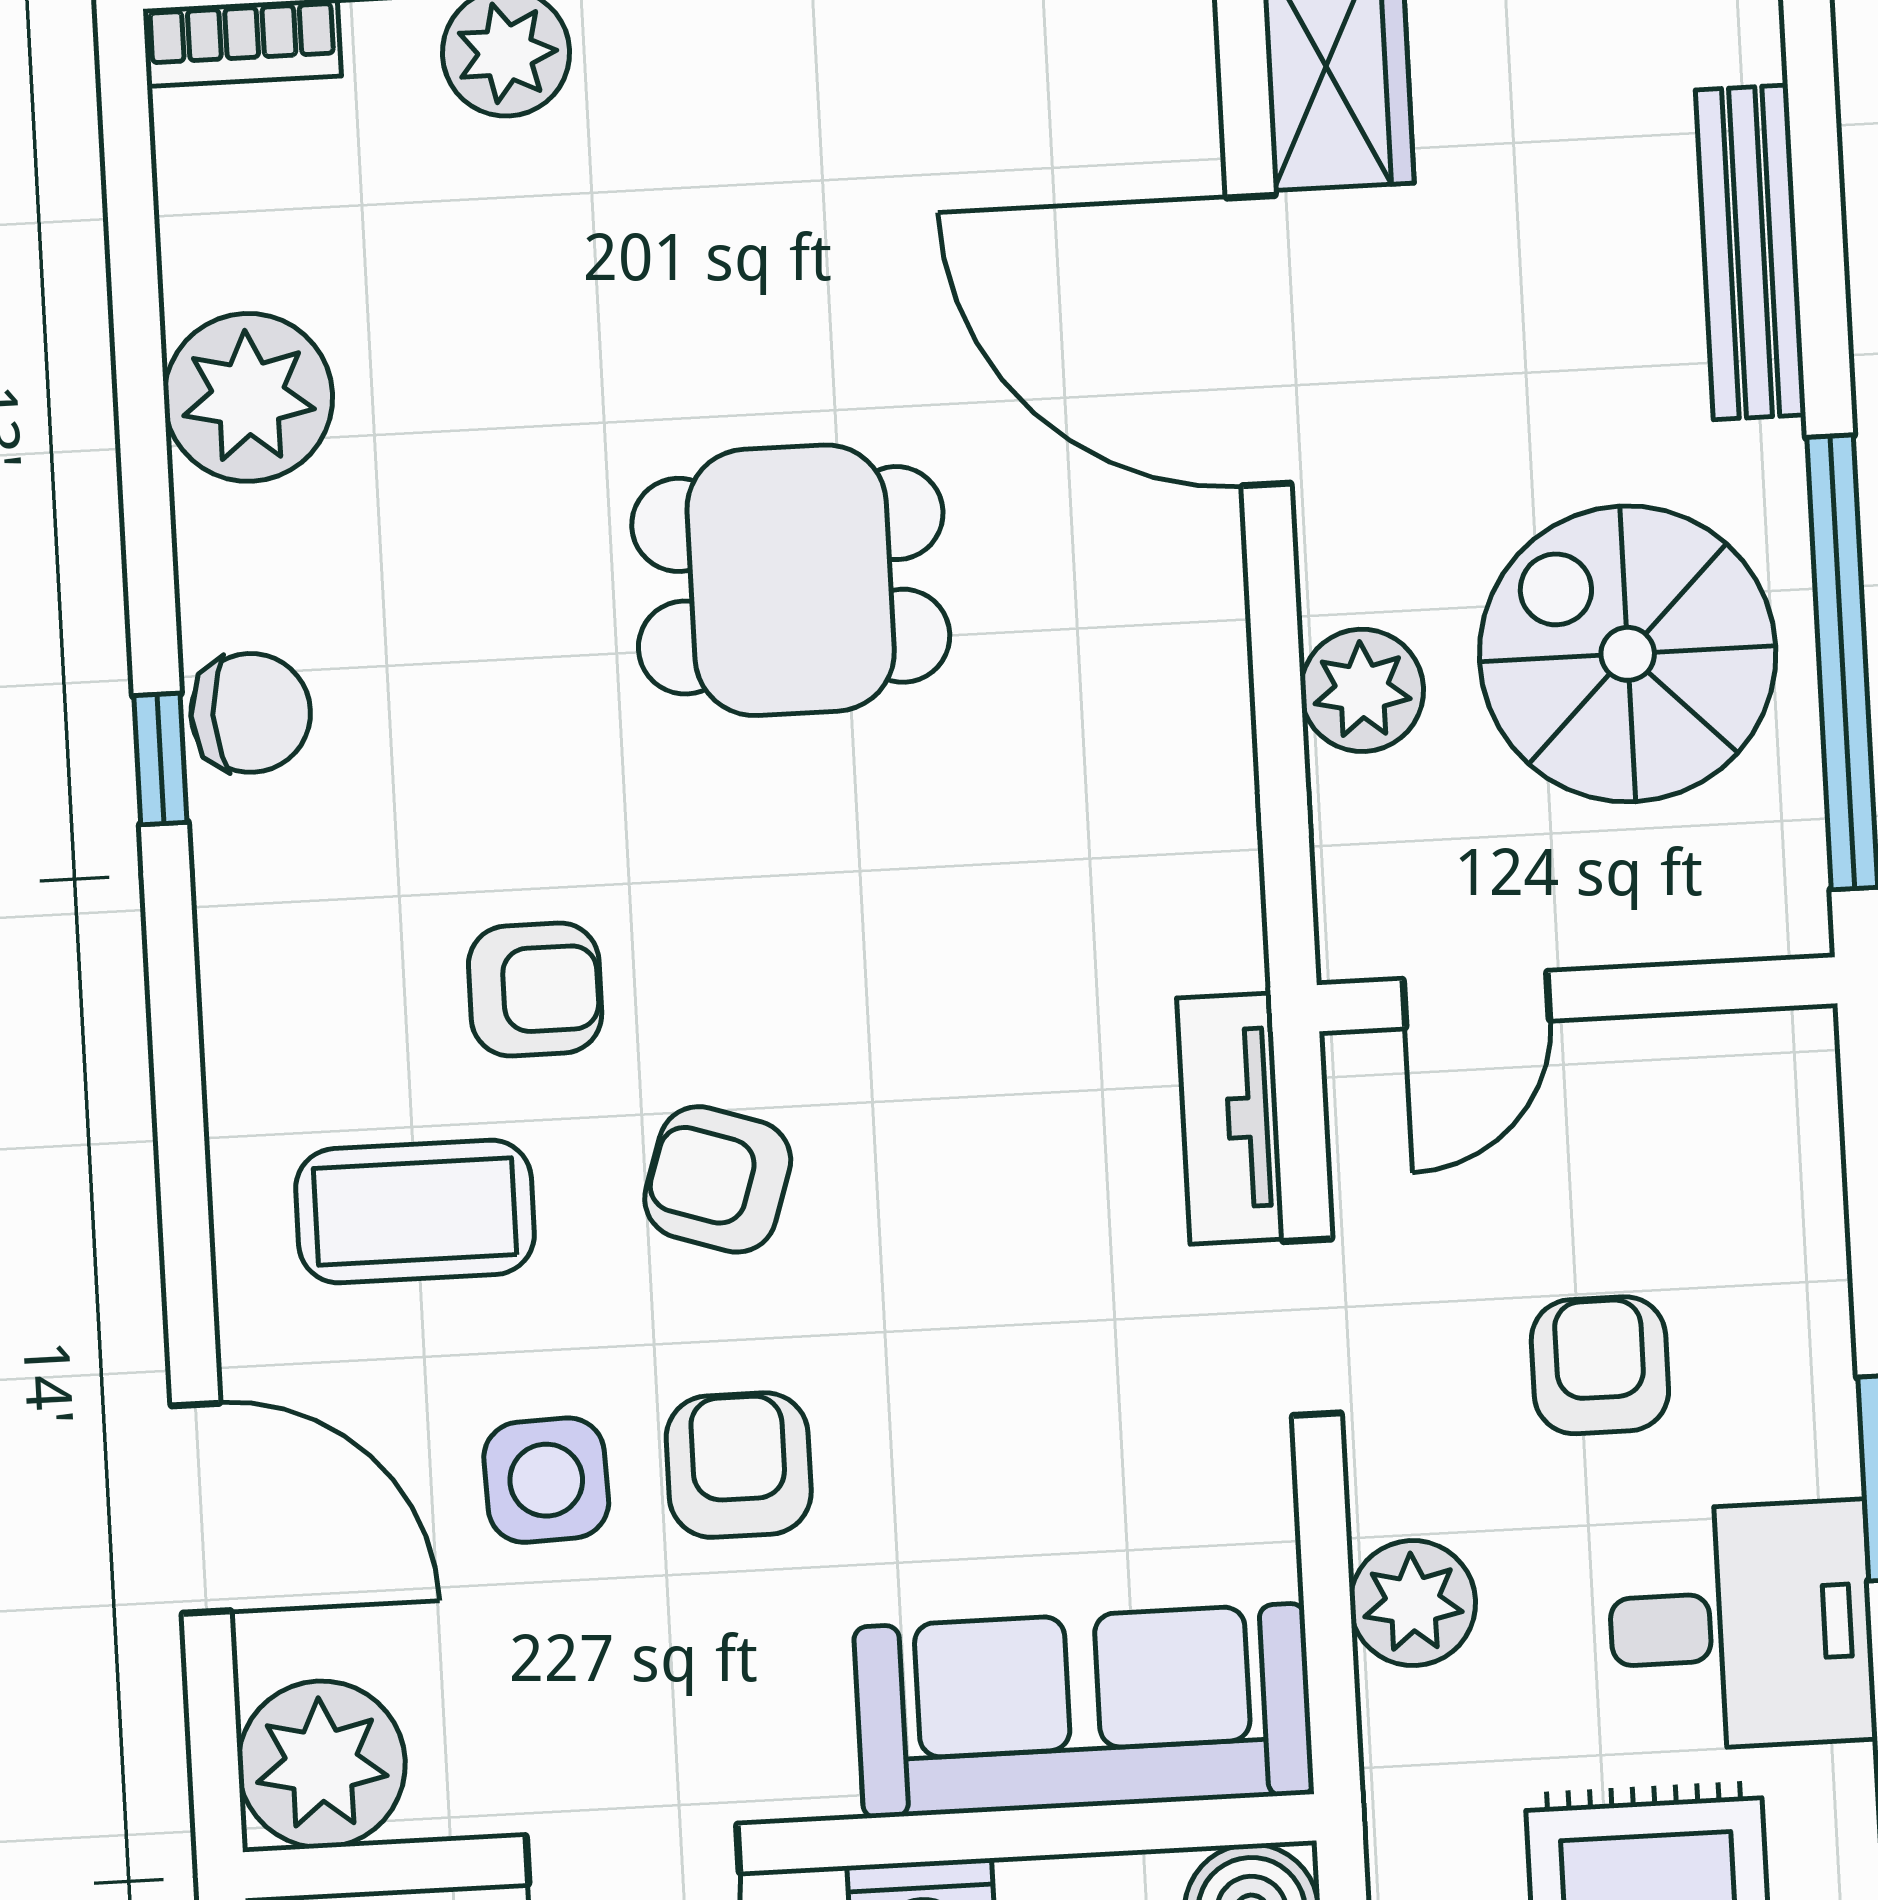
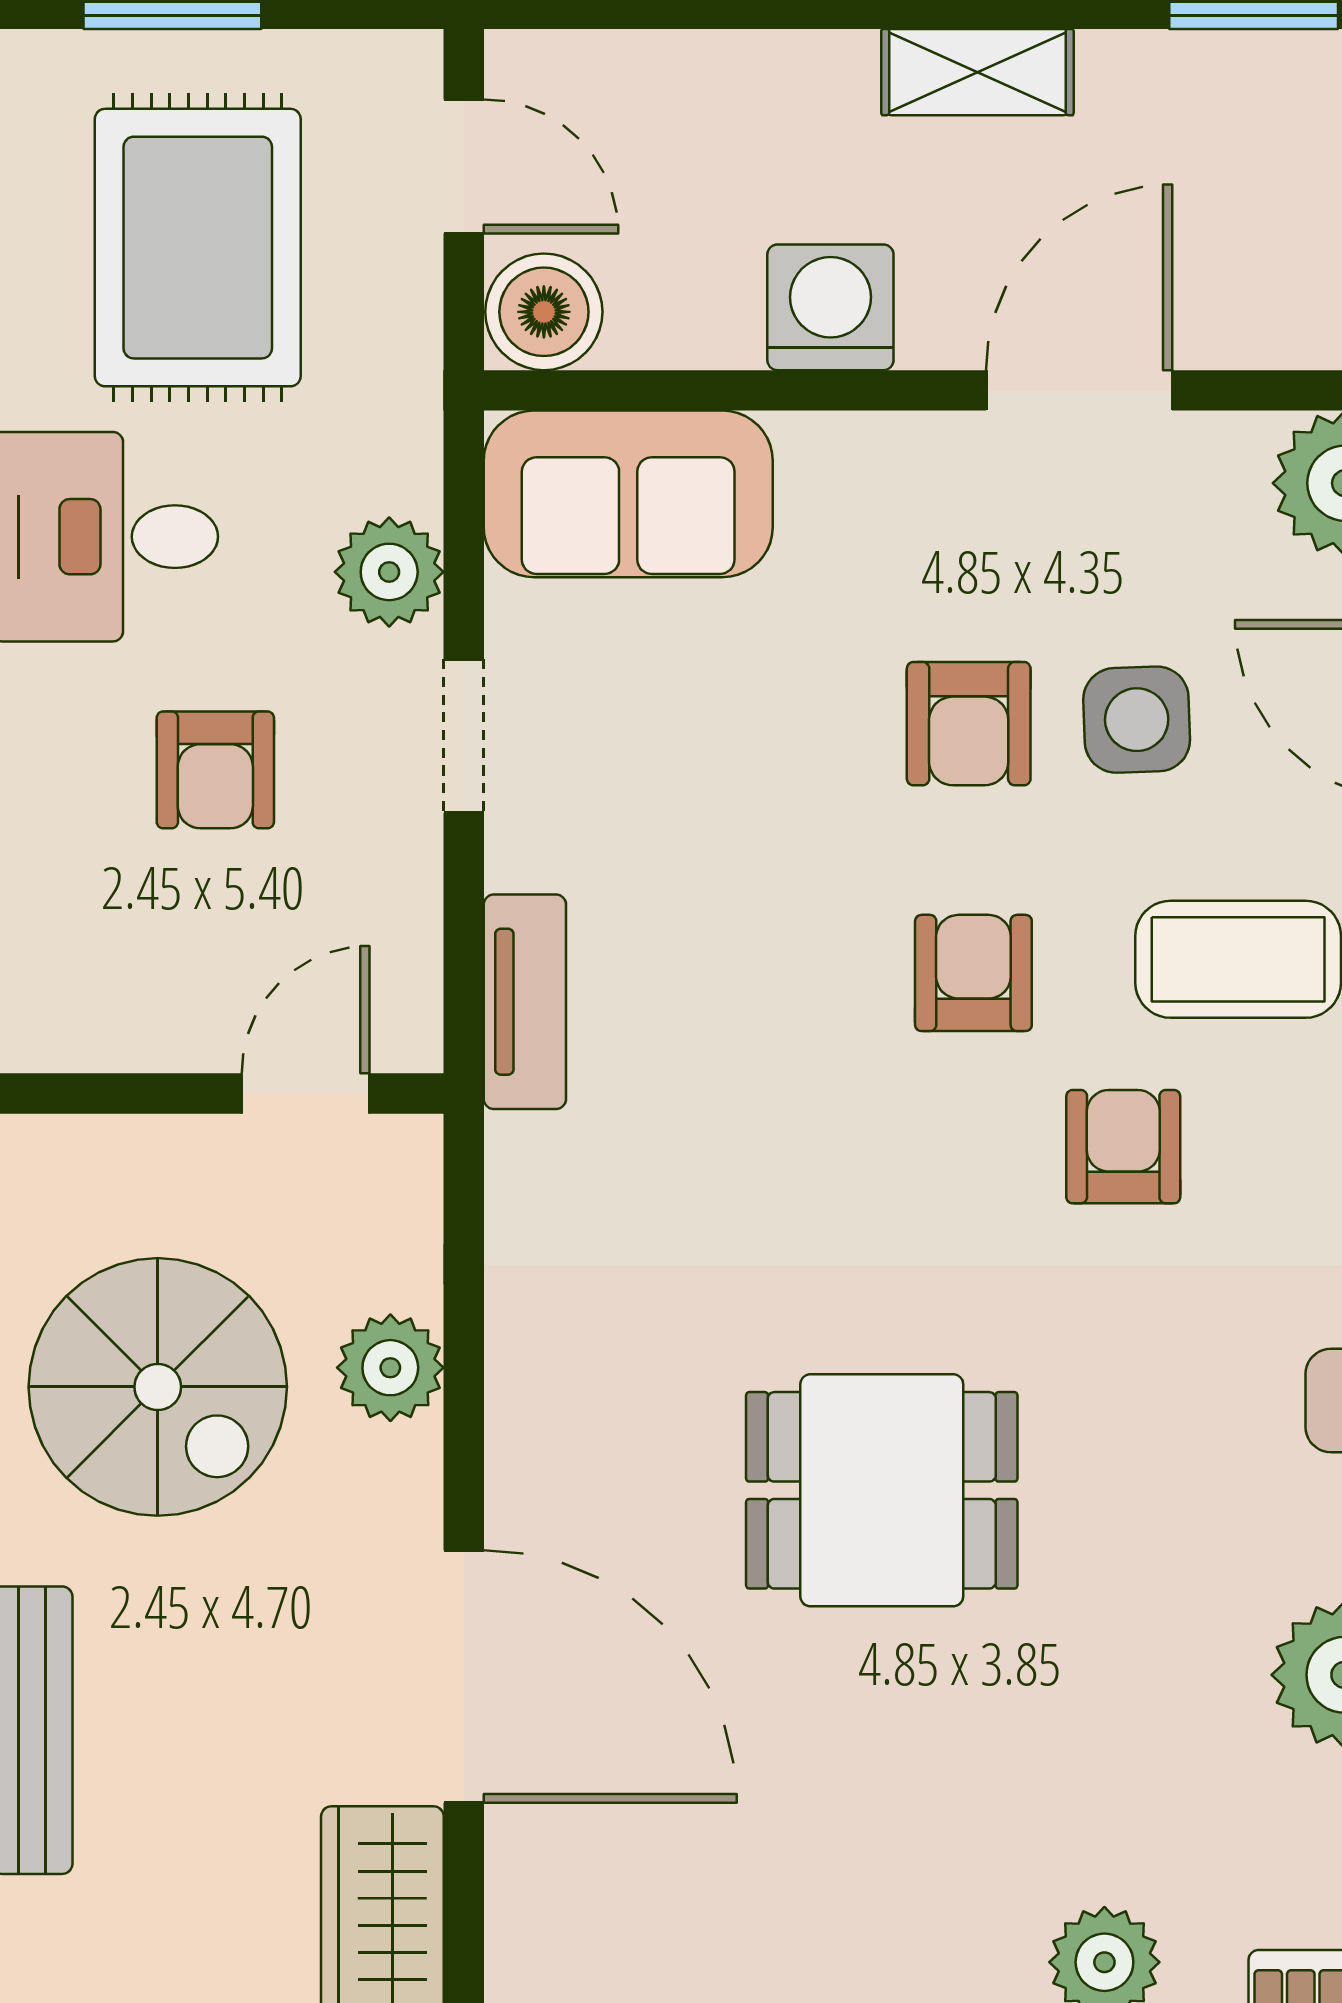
armchair: (535, 989) -> (1123, 1147), turned 90
armchair: (718, 1179) -> (973, 973), turned -108
doorway: (1312, 1327) -> (464, 736), moved
sofa: (1084, 1711) -> (628, 494), width x0.73

